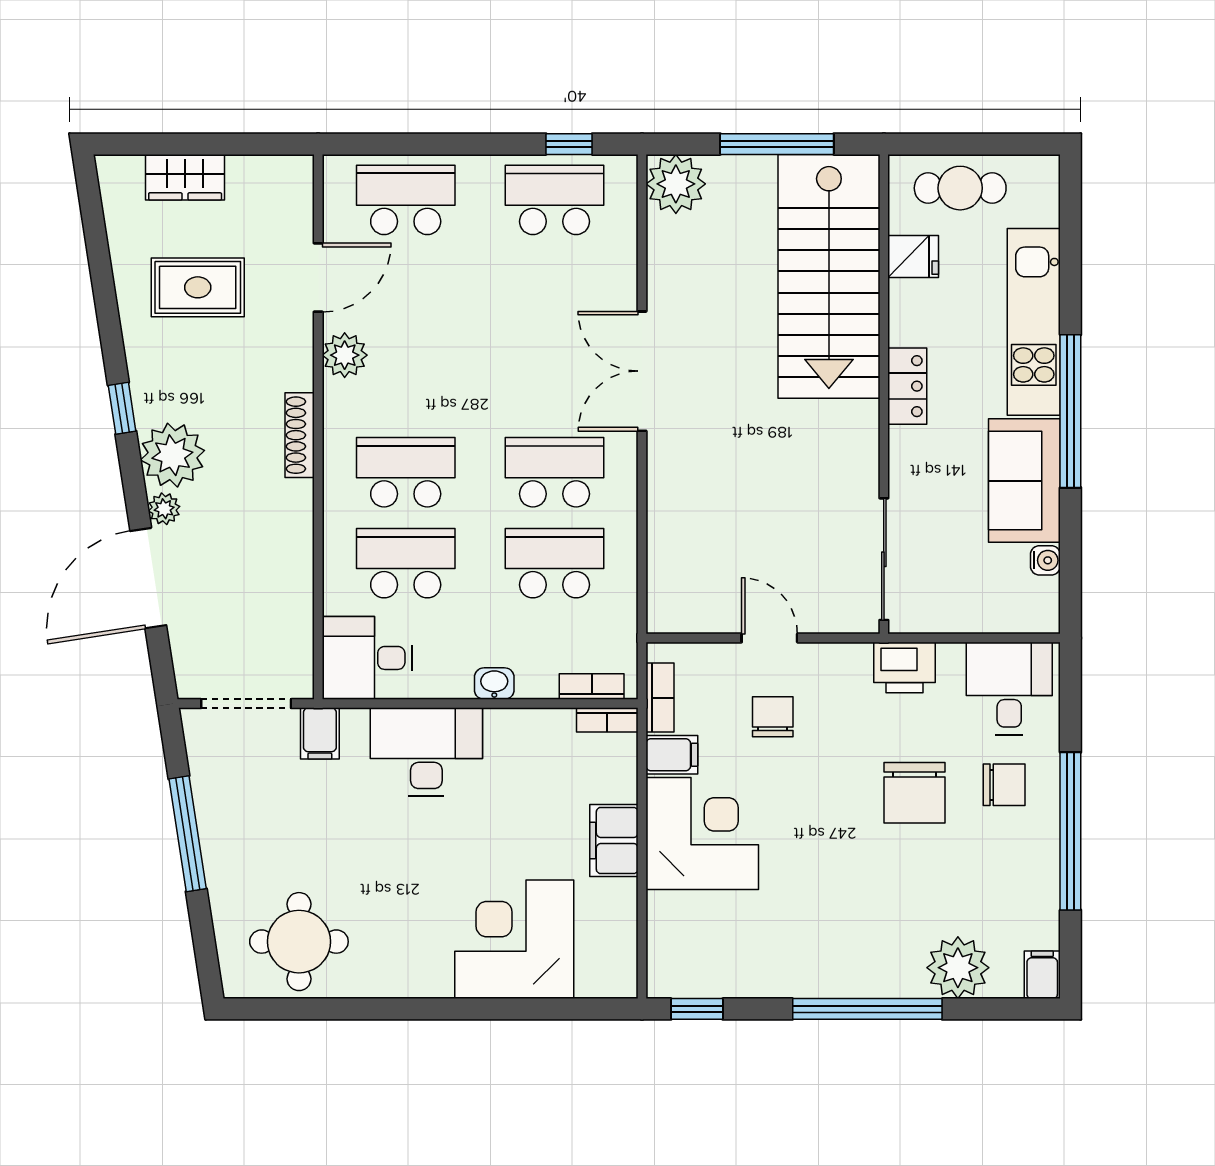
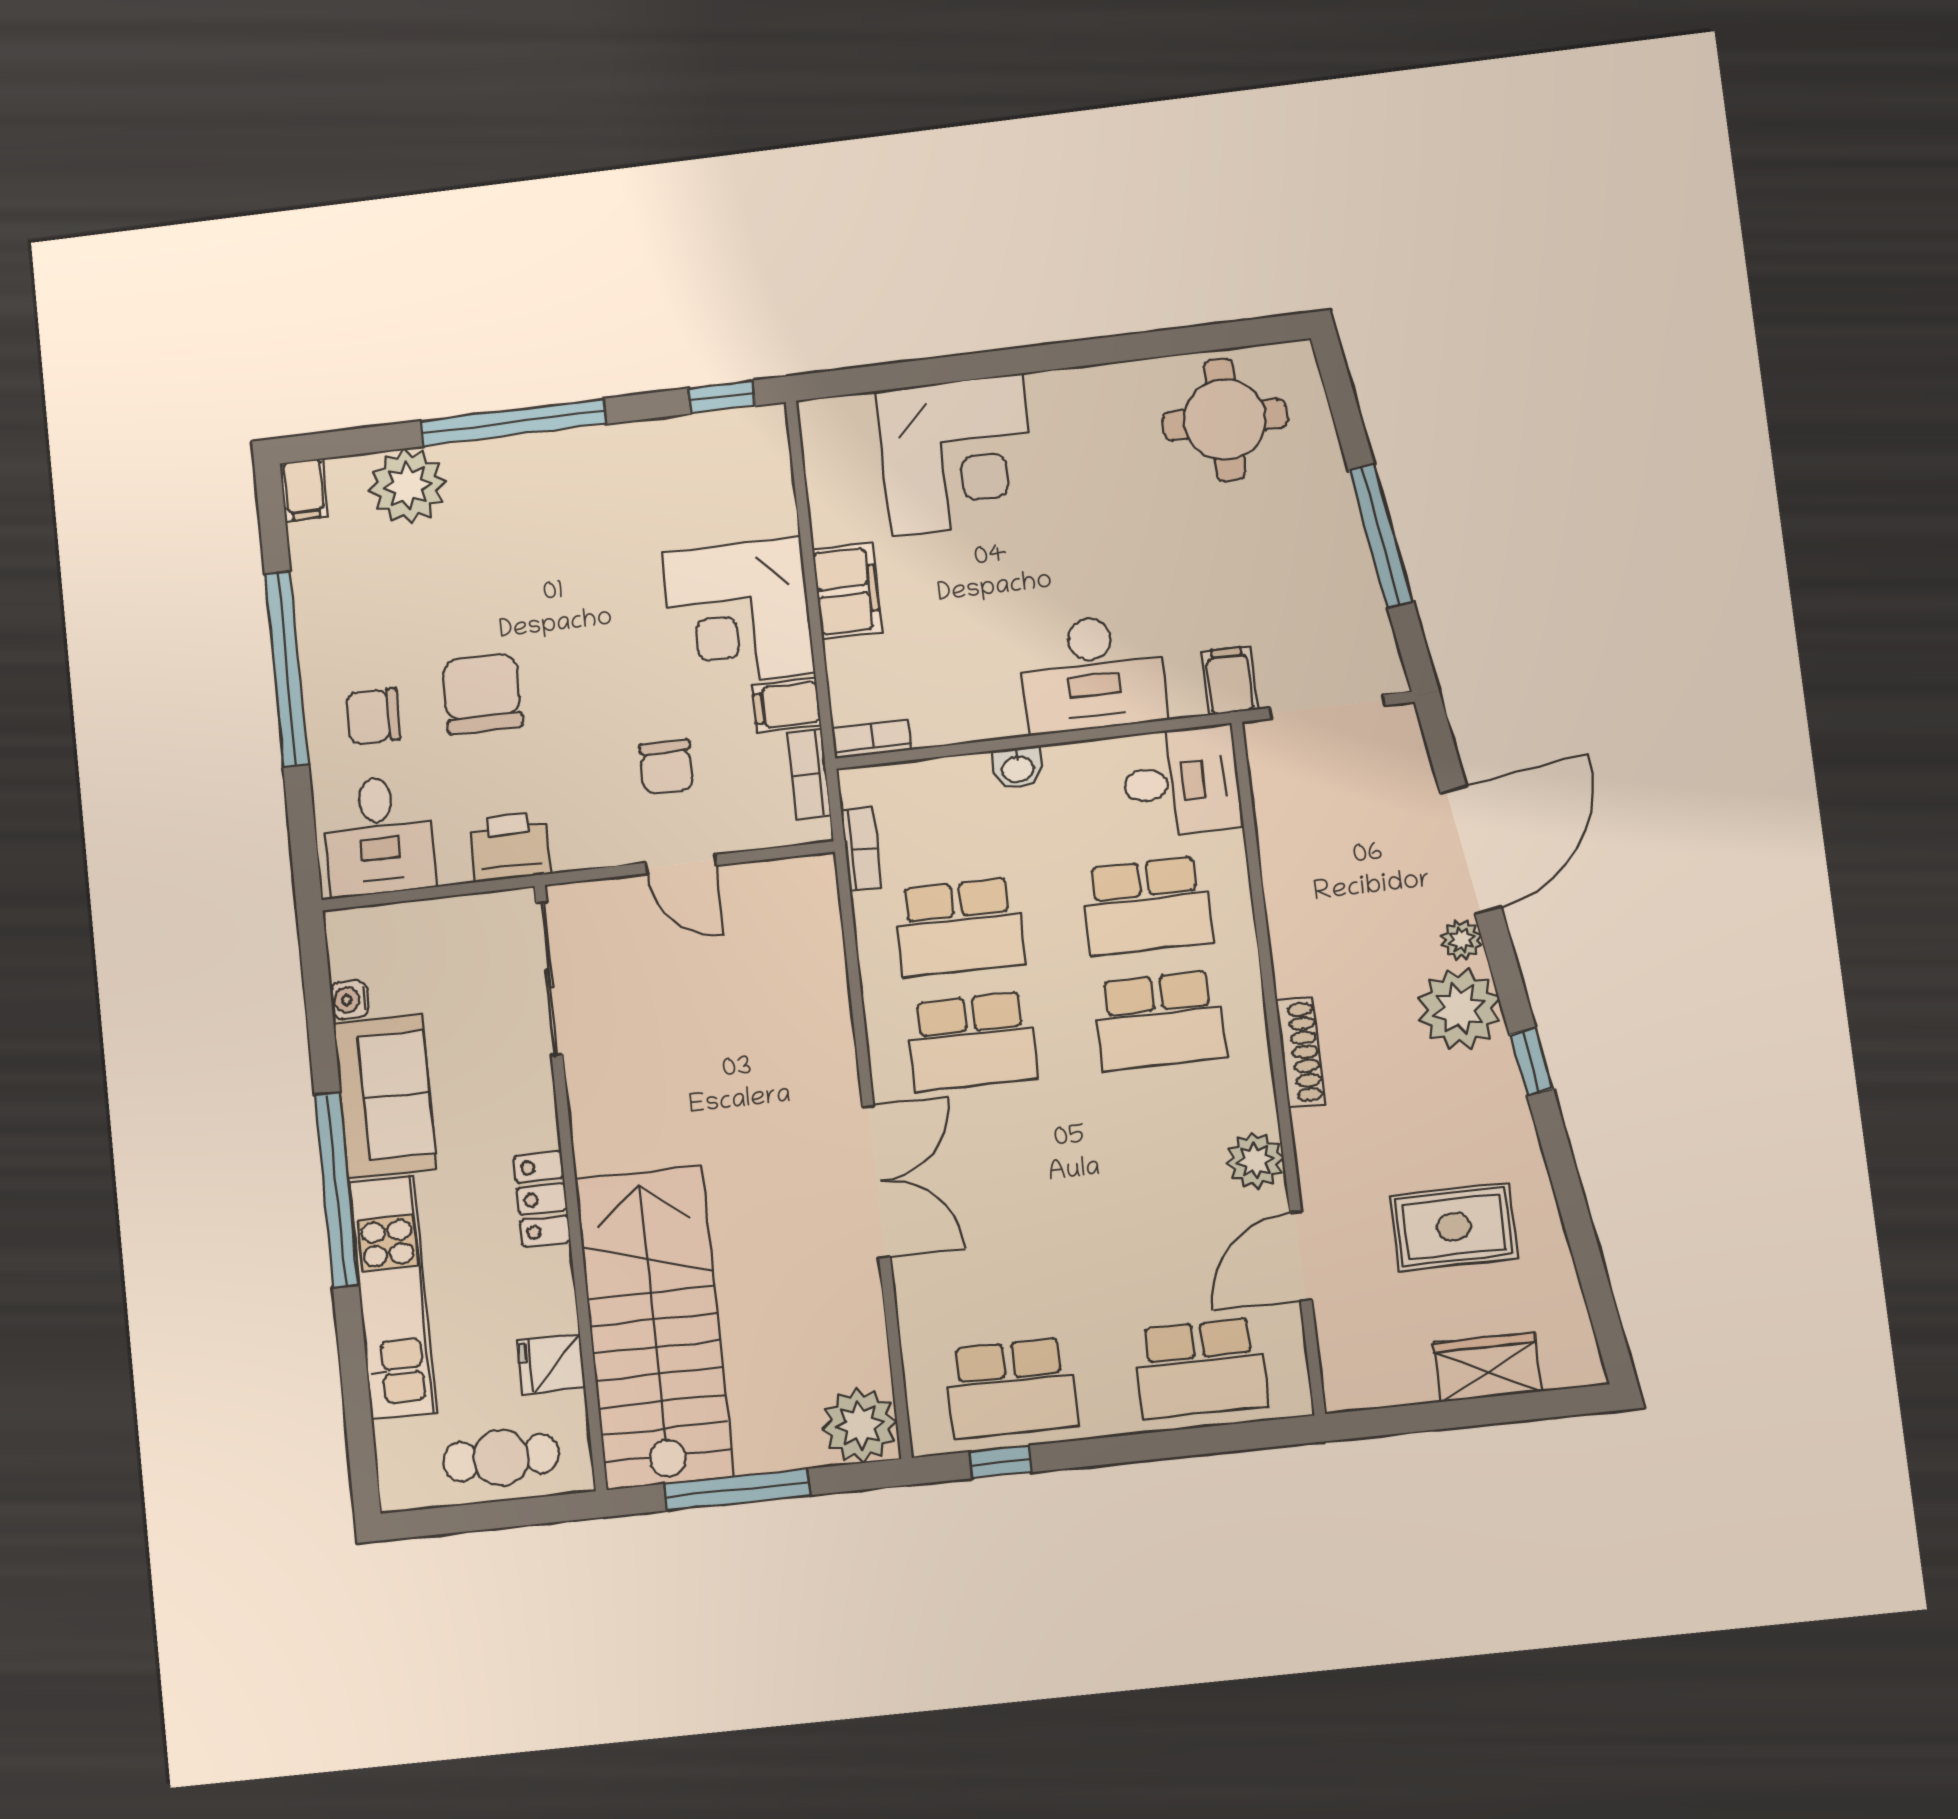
bookcase: (592, 687) -> (861, 849), moved, turned -90

